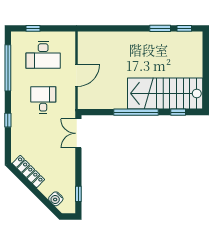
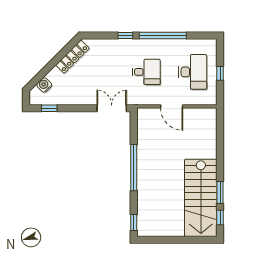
window: (33, 28) -> (220, 73), moved
desk: (43, 55) -> (193, 72), turned 180
window: (8, 68) -> (163, 36), moved
stairs: (165, 93) -> (201, 198), moved, turned 180
window: (178, 112) -> (134, 222), moved

